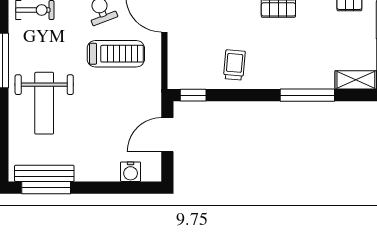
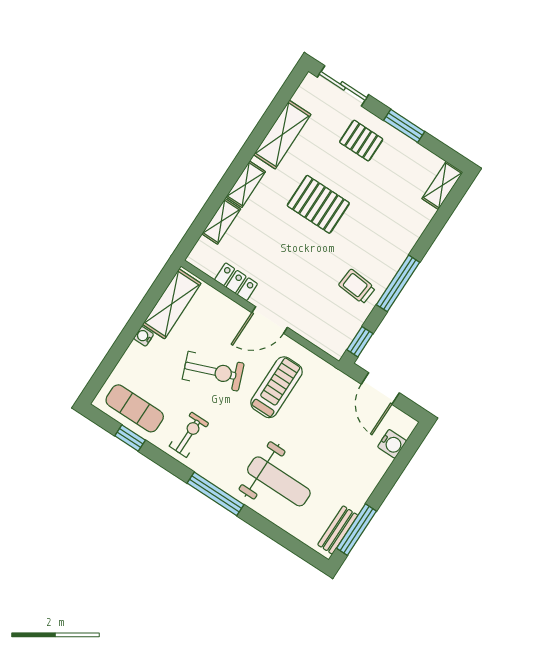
window: (307, 95) -> (398, 283), moved
bench: (44, 173) -> (338, 530), width x0.73

